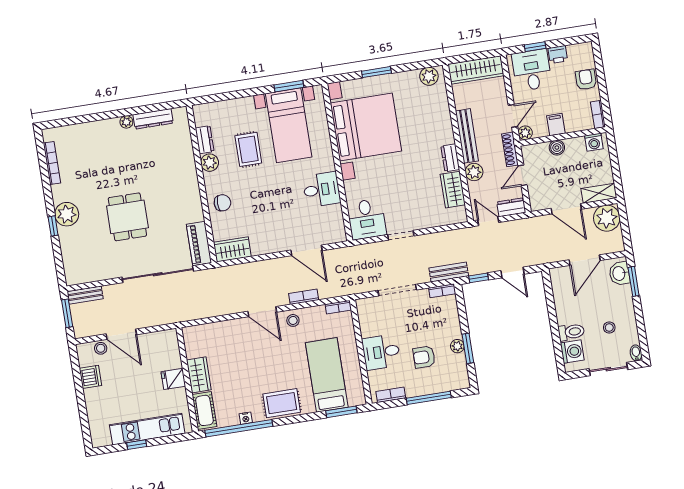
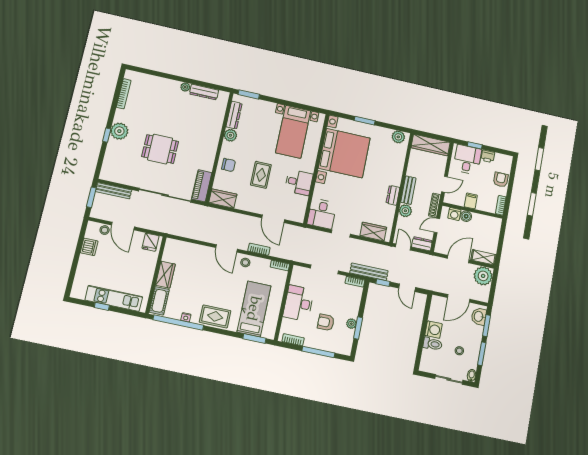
window: (289, 86) -> (249, 94), moved
plant: (525, 133) -> (449, 198), removed
bench: (467, 136) -> (408, 190), width x0.73
dresser: (205, 140) -> (234, 115), width x1.44
washing machine: (594, 142) -> (454, 214), moved
rug: (248, 149) -> (261, 175), moved
wardrobe: (453, 190) -> (373, 231), moved, turned 90
door: (566, 209) -> (458, 259), swing flipped
dining table: (127, 217) -> (160, 149), turned 90
bench: (449, 272) -> (369, 272), width x1.36
bench: (85, 295) -> (114, 191), width x1.36
window: (640, 320) -> (482, 354), added
washing machine: (572, 351) -> (434, 330), moved
desk: (381, 352) -> (299, 303), width x1.37
fridge: (173, 379) -> (151, 242), moved, turned -90

